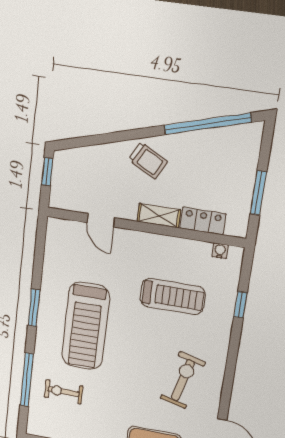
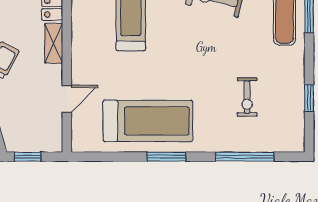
treadmill: (86, 326) -> (148, 121), moved
exercise bike: (64, 392) -> (247, 97), moved

